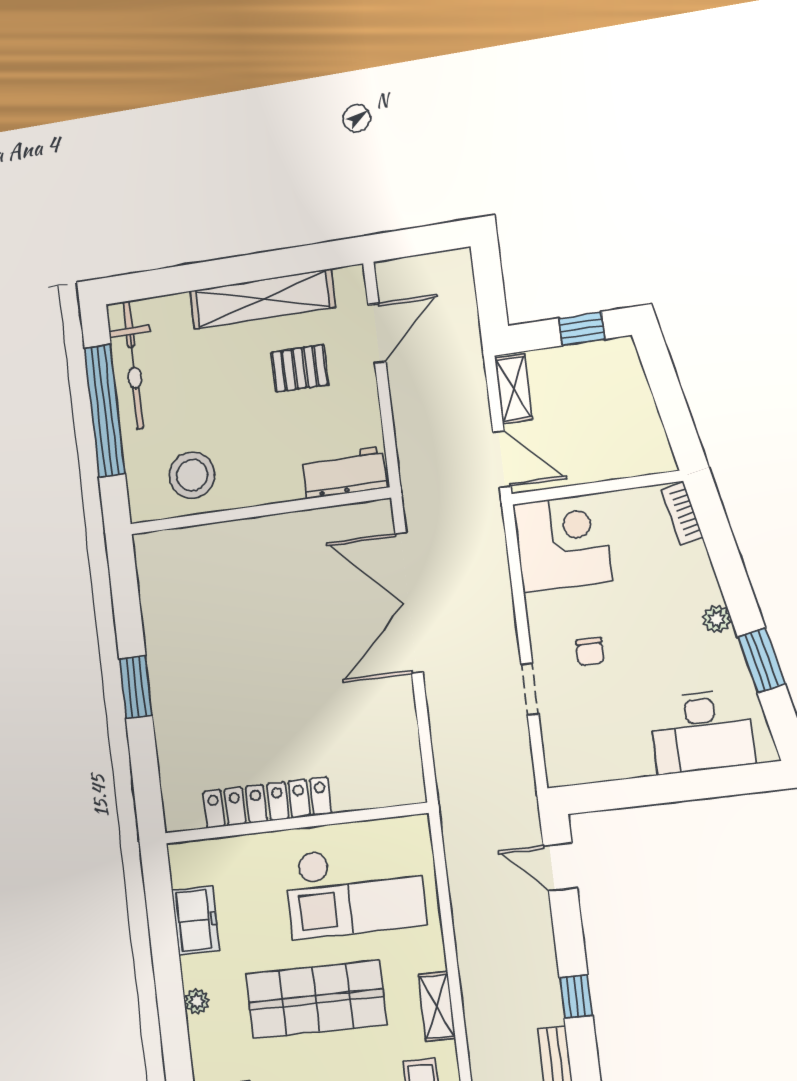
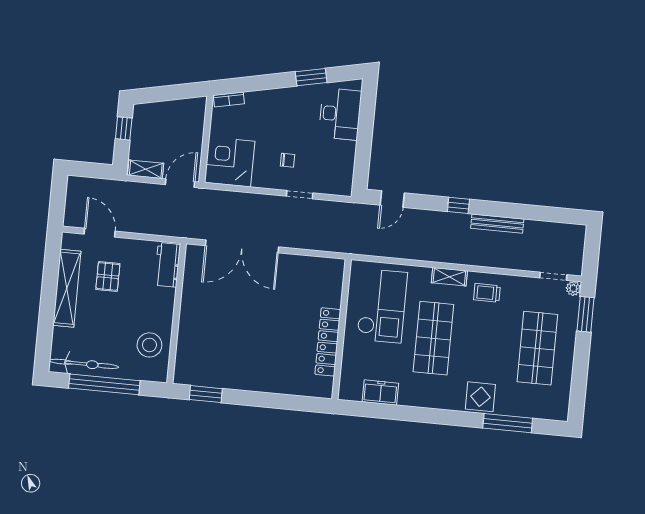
plant: (717, 619) -> (286, 94), removed
window: (136, 687) -> (206, 394), moved
plant: (197, 1001) -> (422, 401), removed

